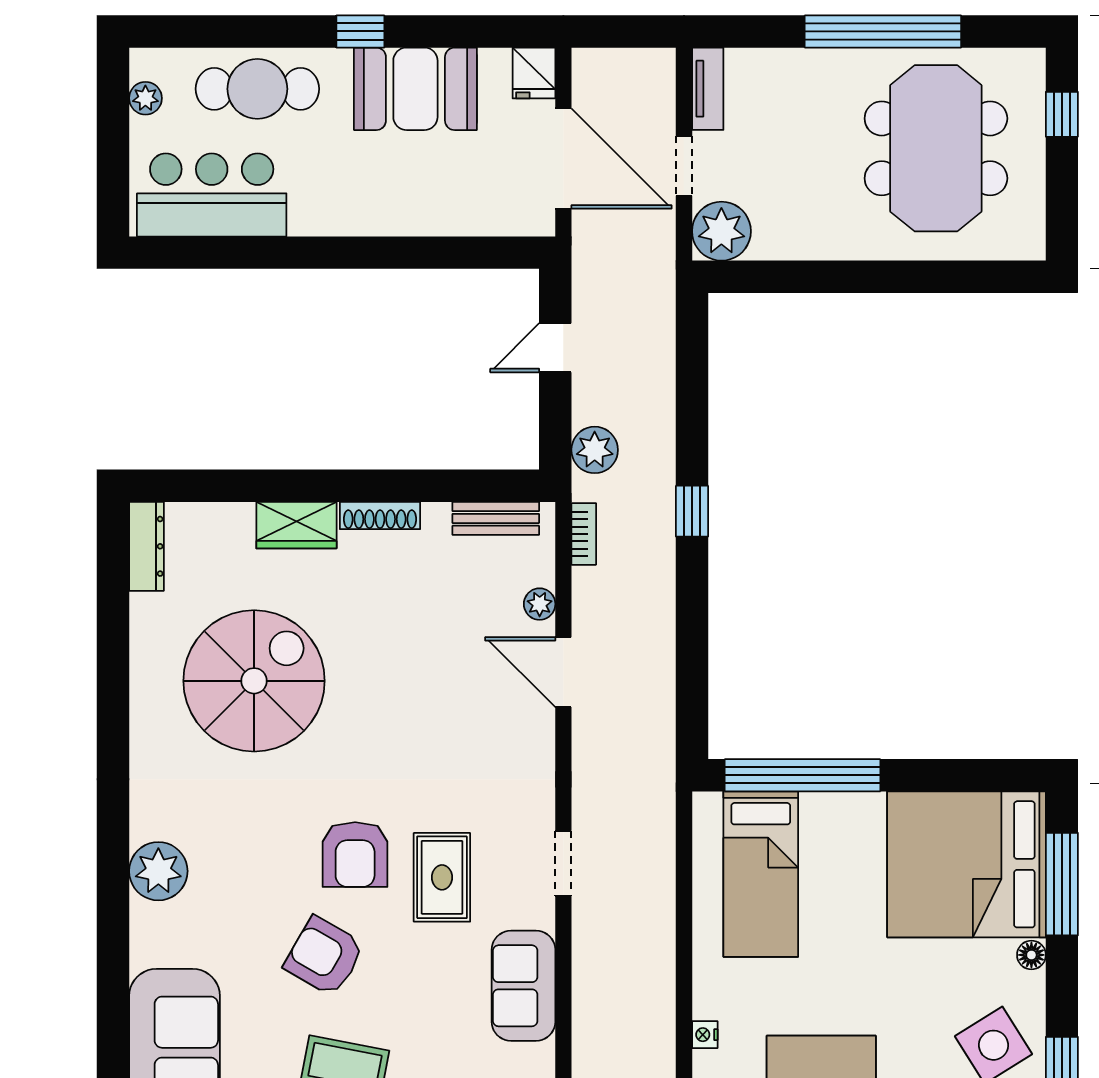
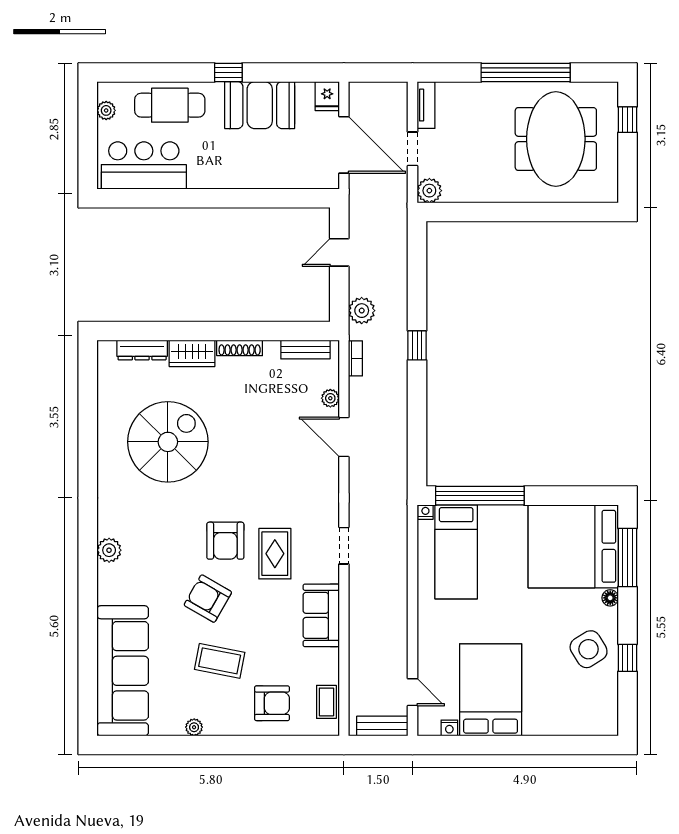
plant: (721, 231) -> (429, 191), width x0.73, depth x0.73
dresser: (147, 546) -> (142, 350), moved, turned 90
plant: (158, 871) -> (109, 550), width x0.73, depth x0.73
nightstand: (705, 1035) -> (425, 512), moved, turned 90

